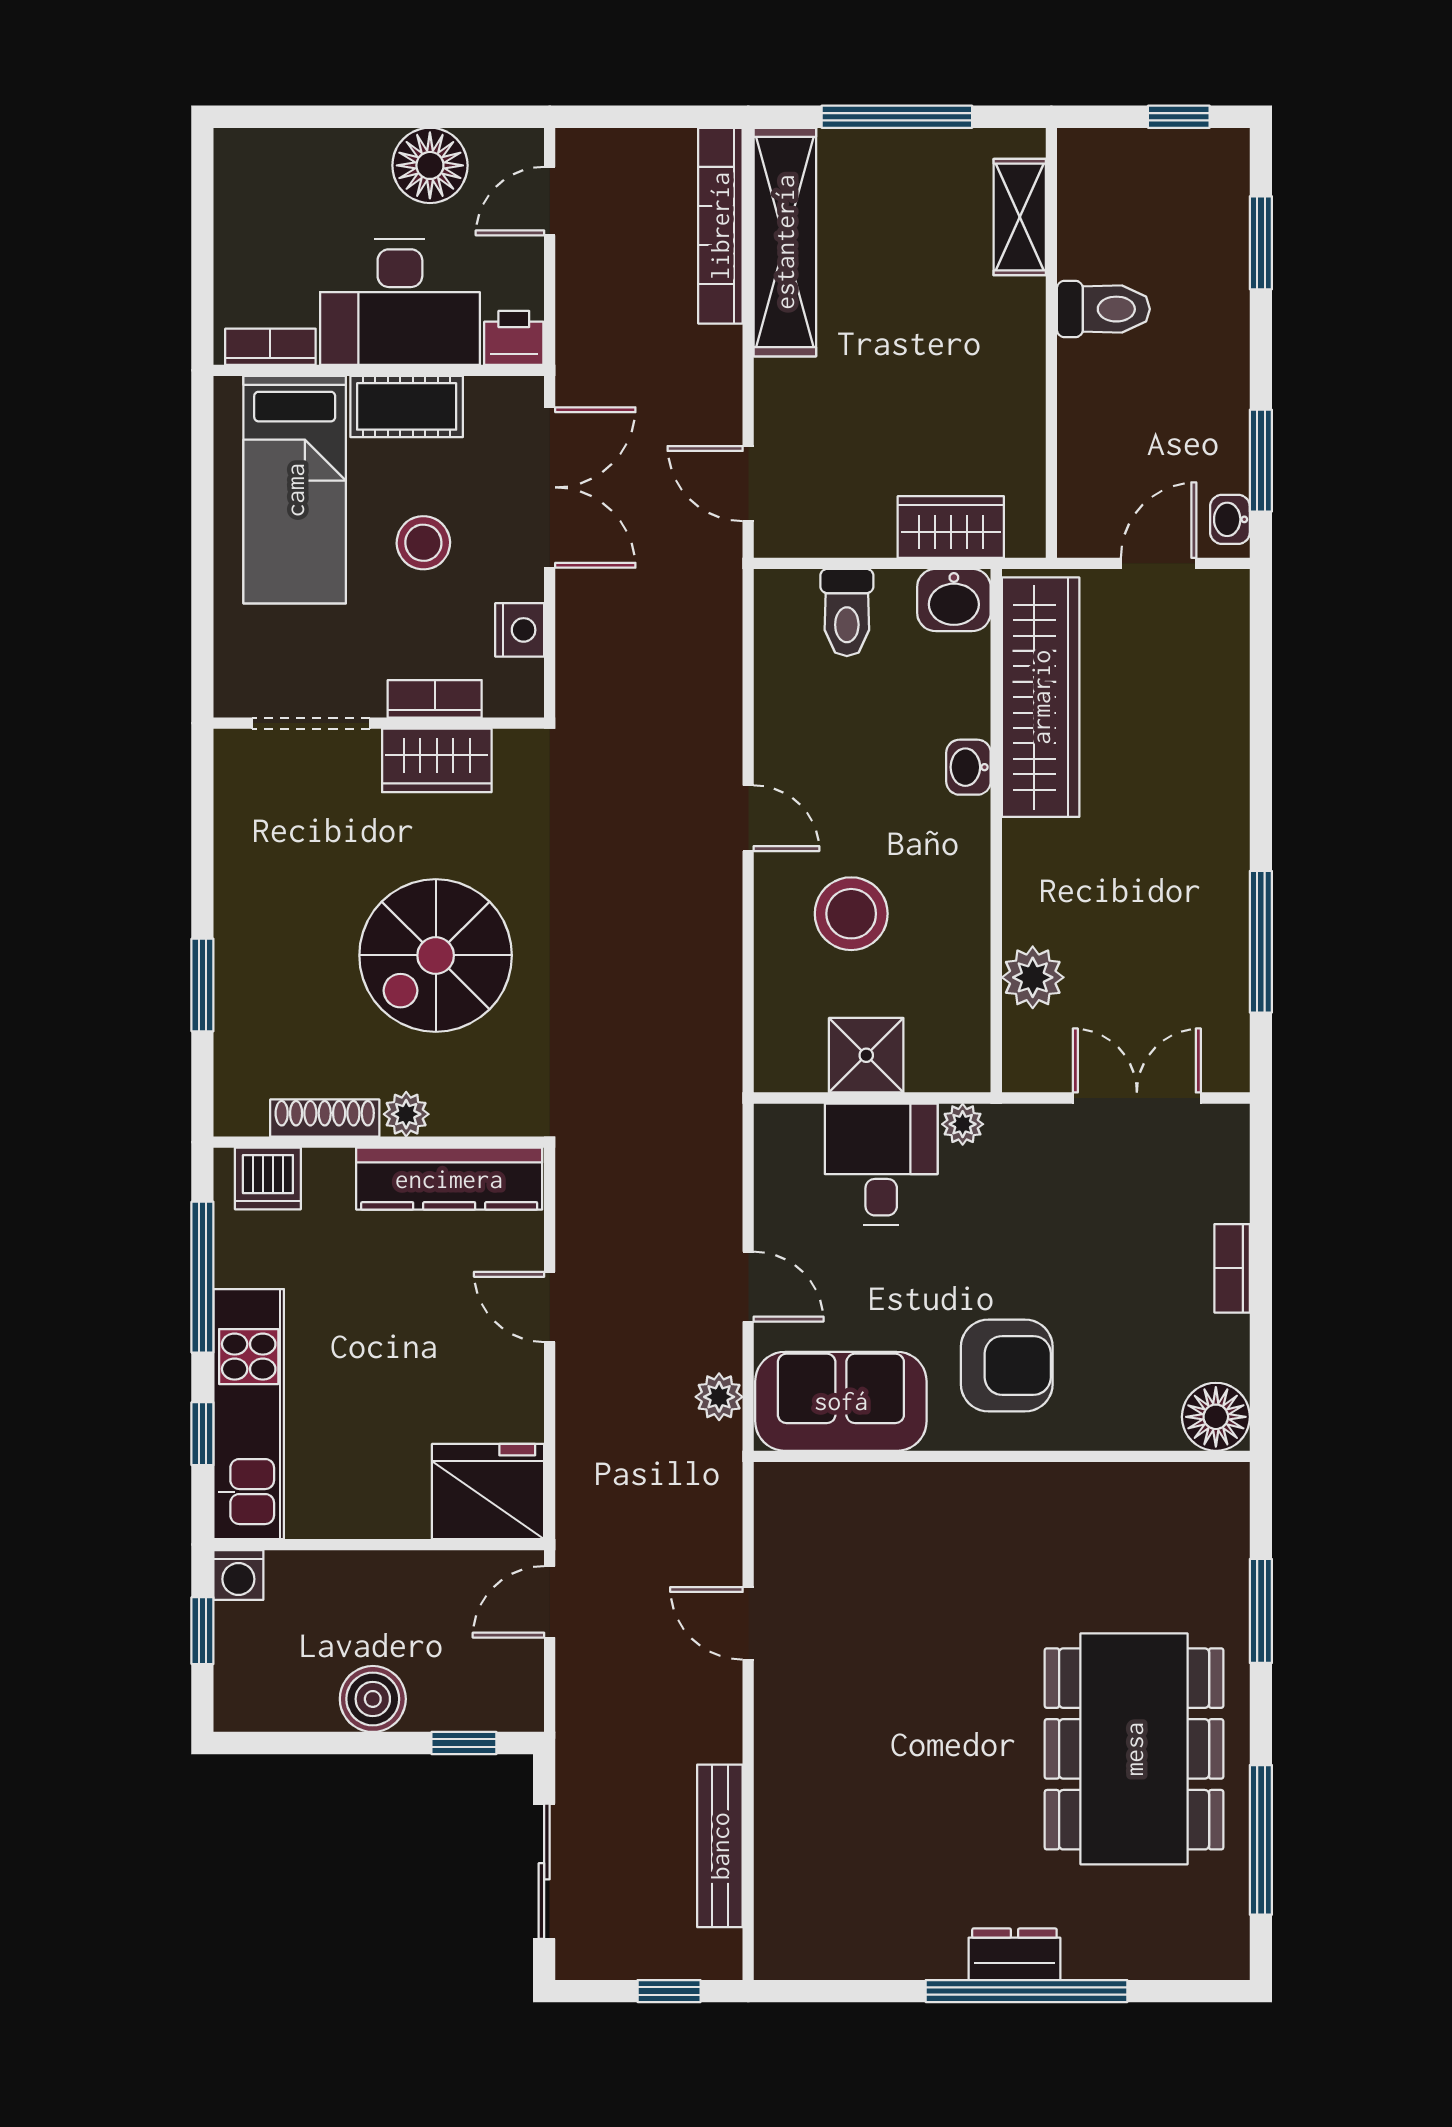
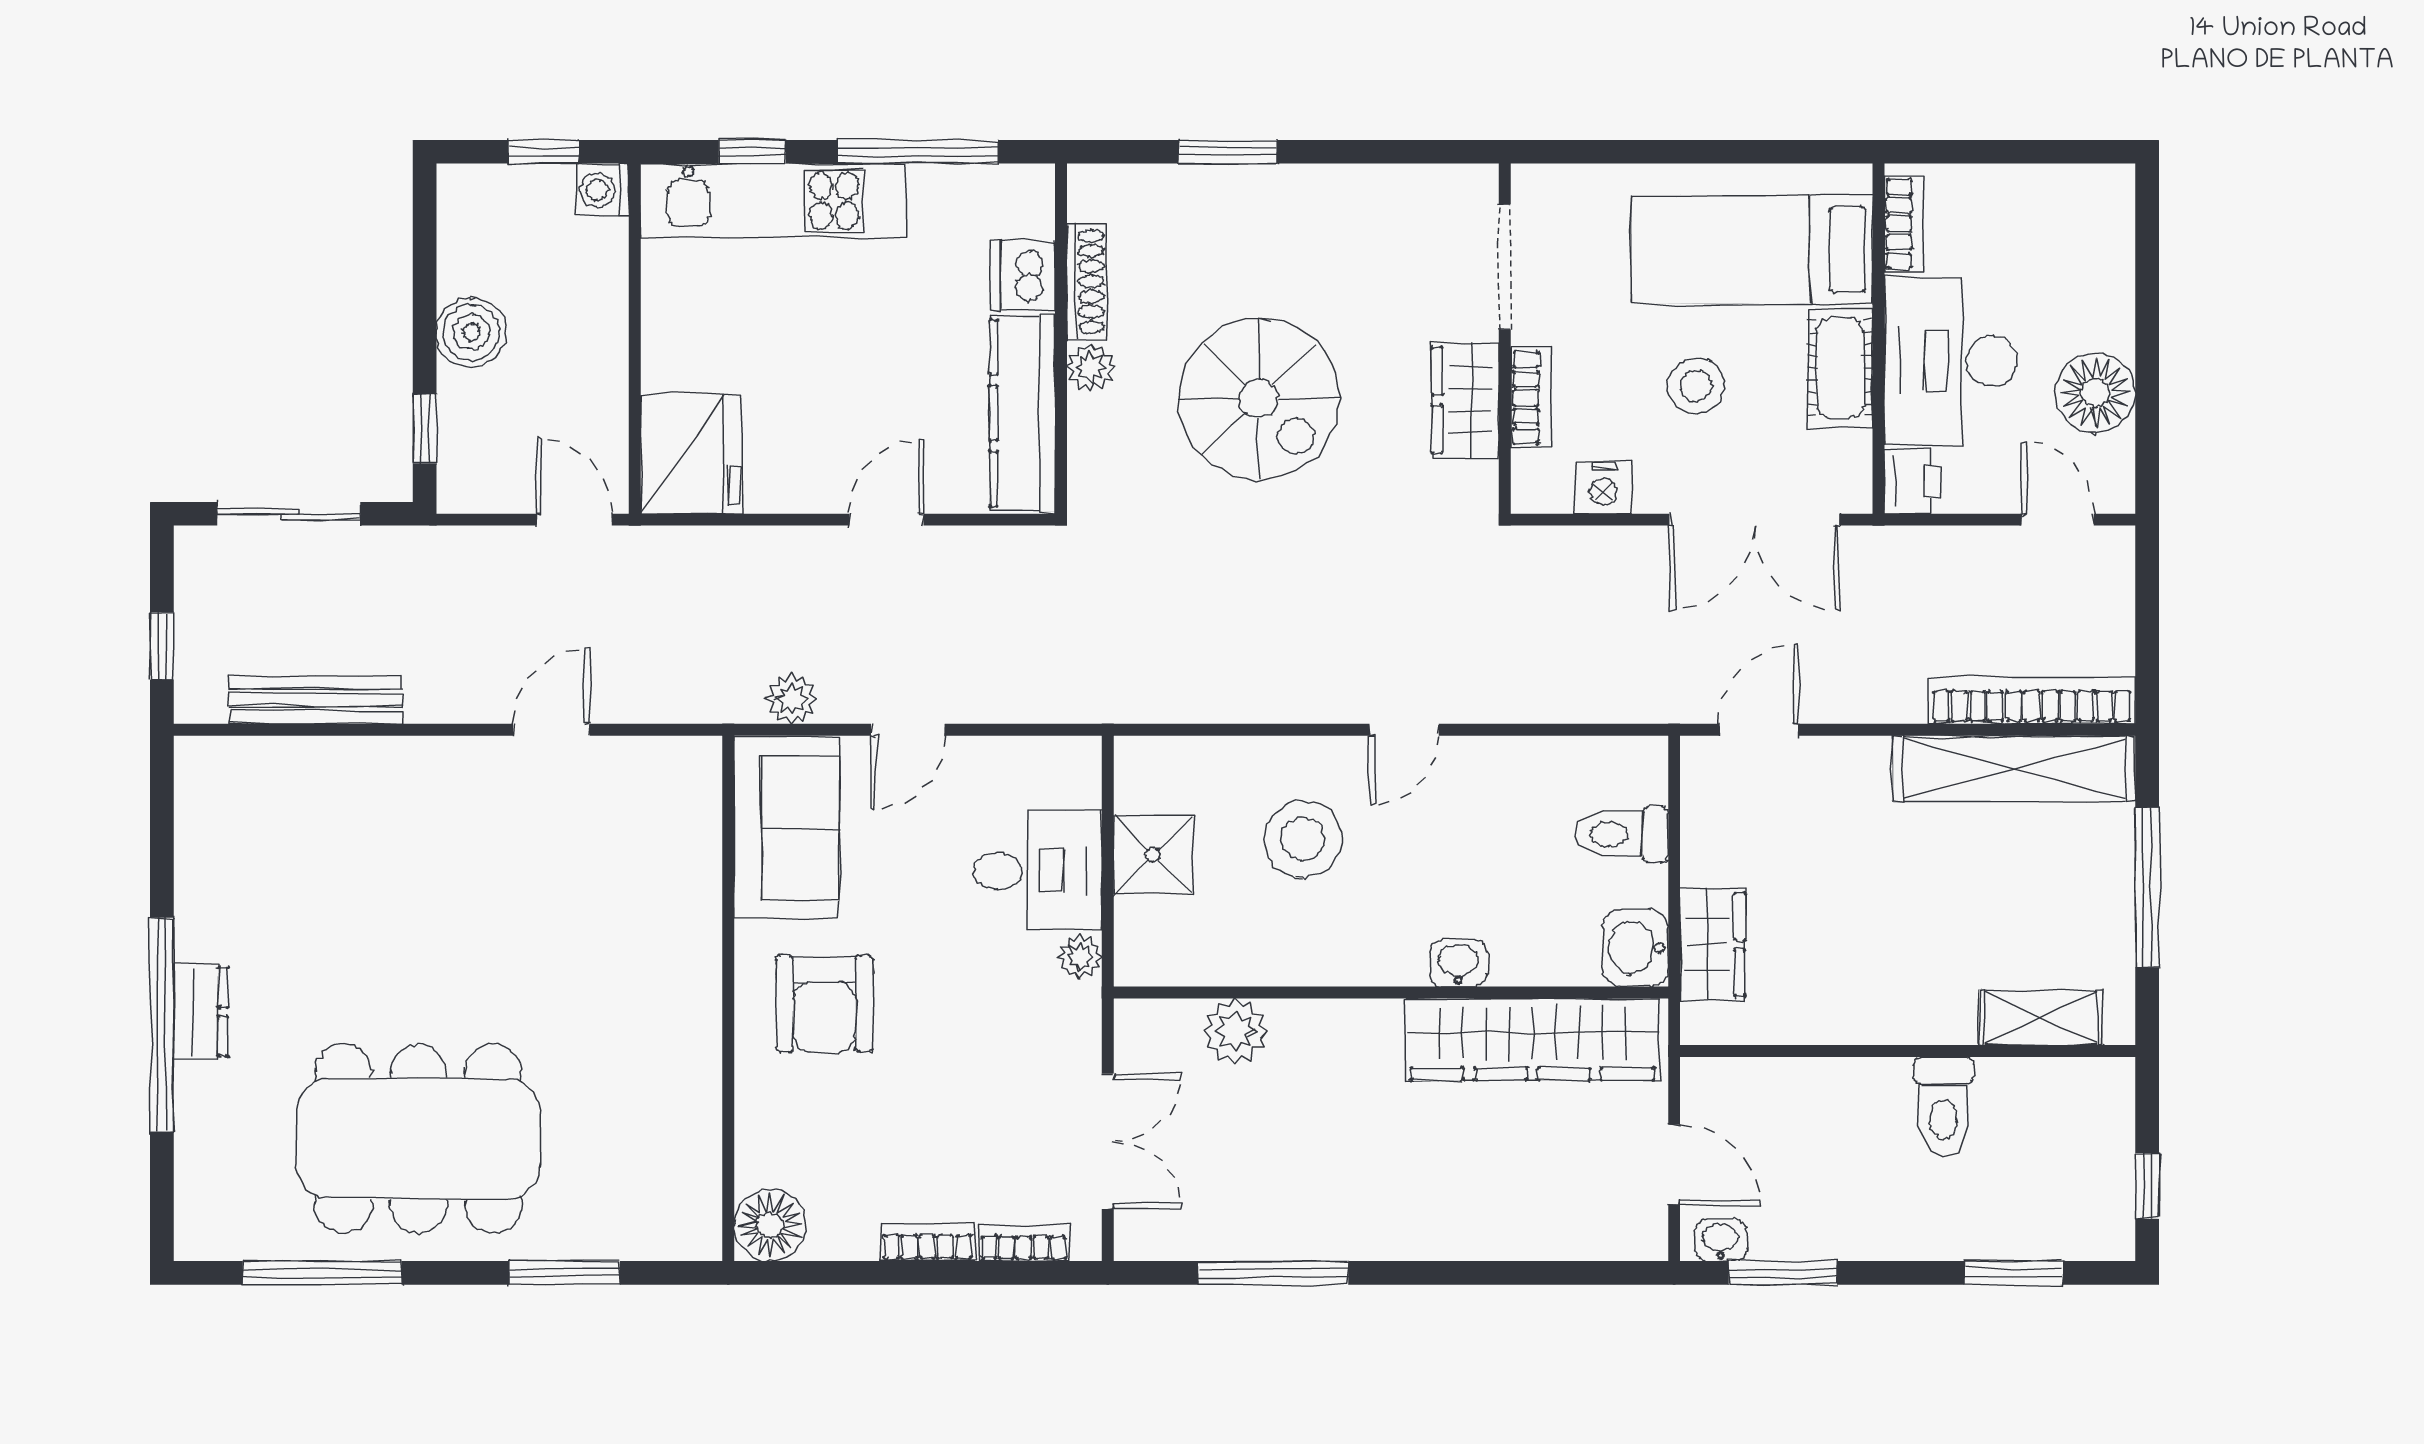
spiral stairs: (436, 955) -> (1259, 399), turned 180
bookcase: (1233, 1177) -> (1024, 1243), added
dishwasher: (268, 1178) -> (1023, 275), moved

